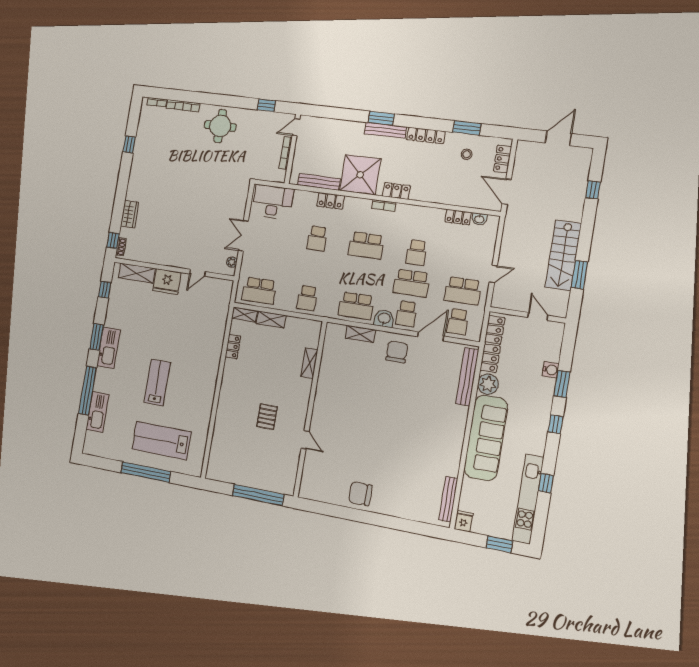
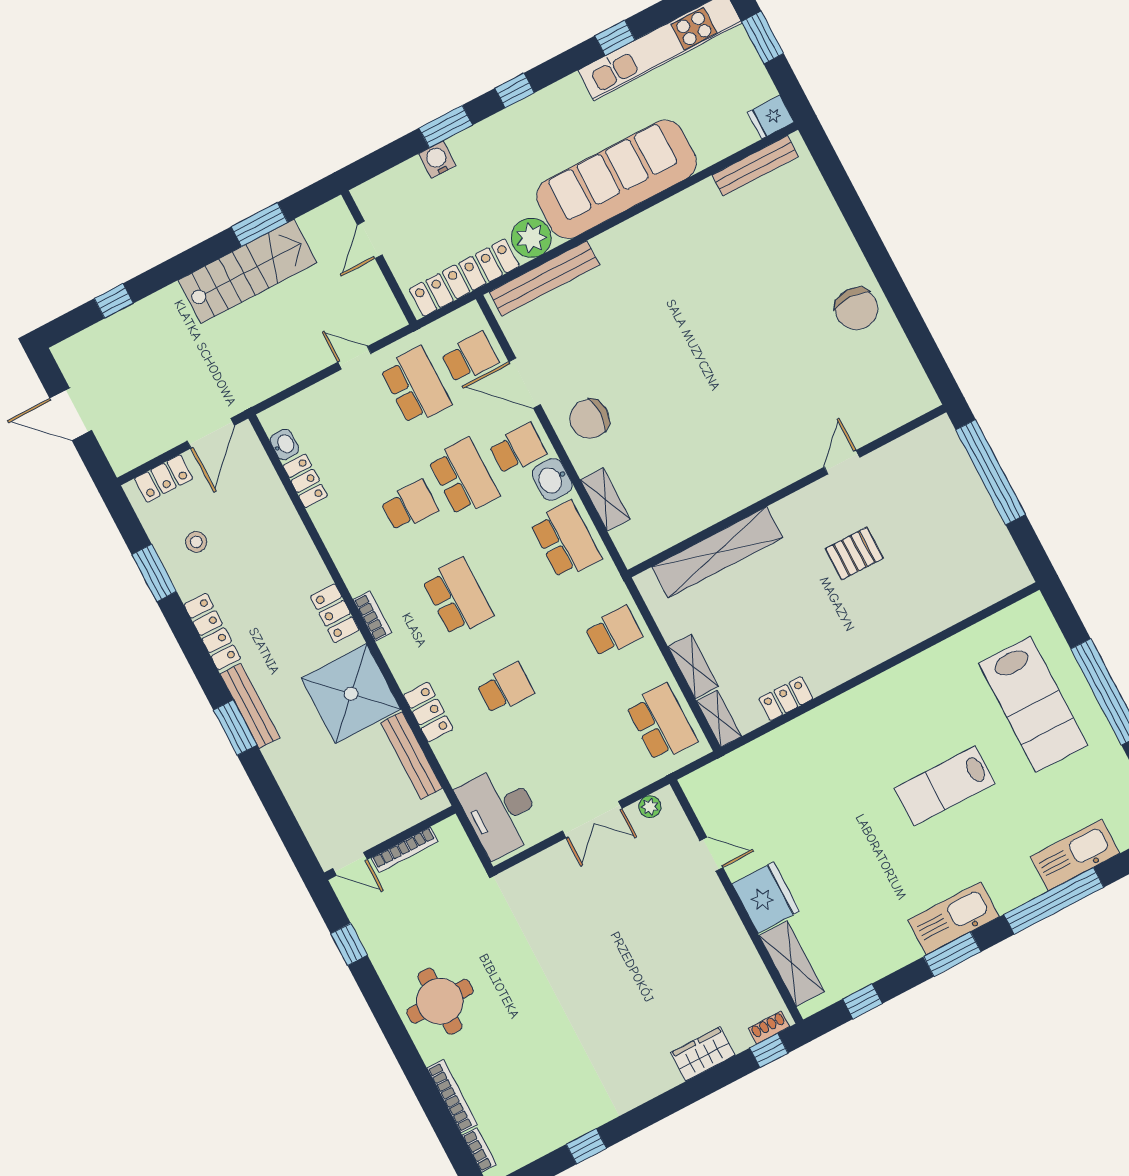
shelving: (309, 363) -> (717, 552), width x2.20, depth x1.33

